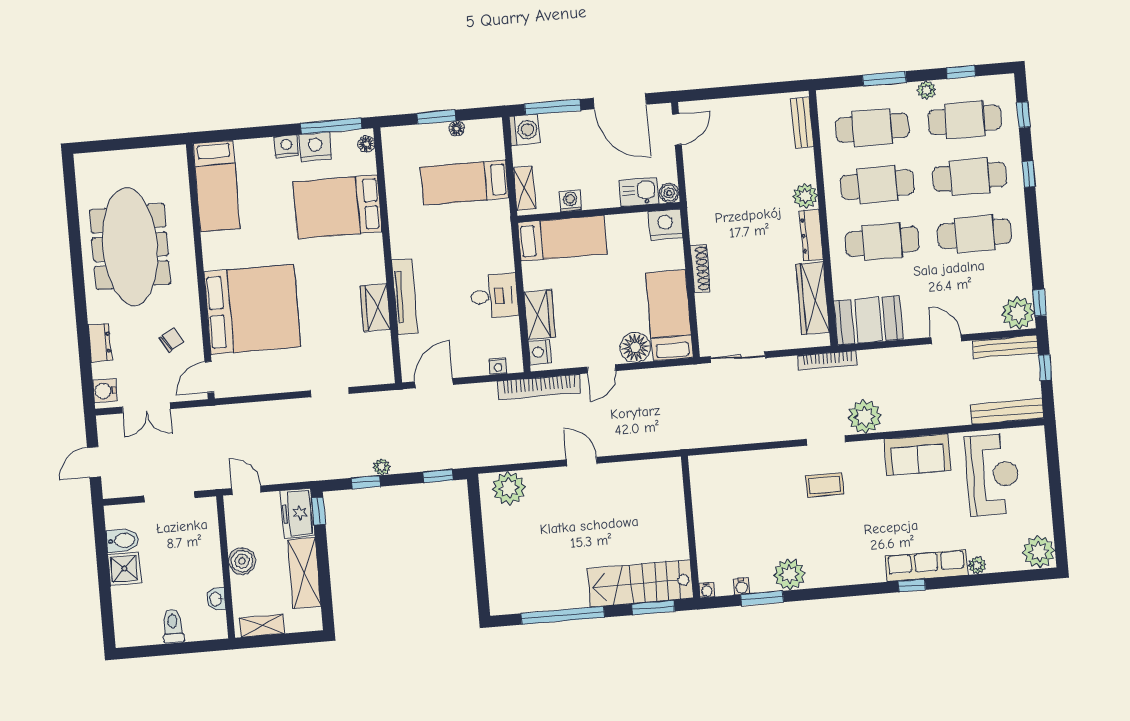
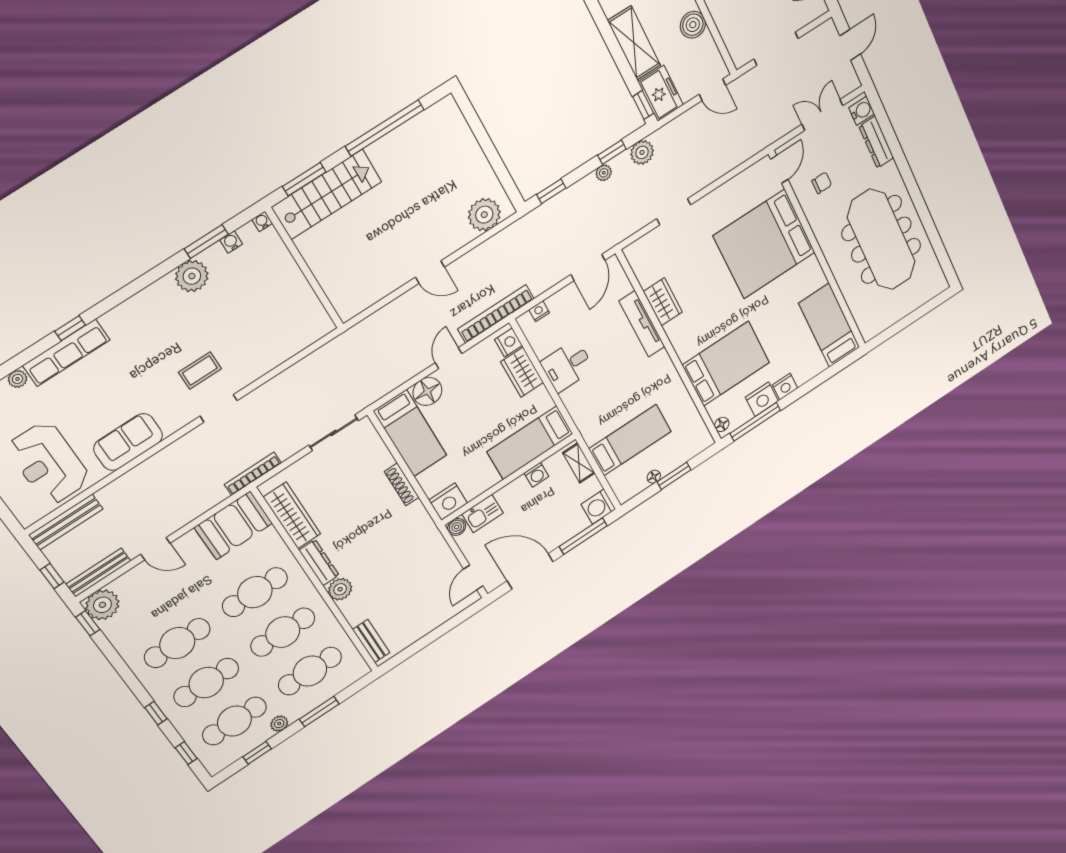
chair: (171, 340) -> (822, 183), turned -149
dresser: (100, 343) -> (876, 142), width x1.44
plant: (865, 417) -> (642, 152), moved, width x0.73, depth x0.73

